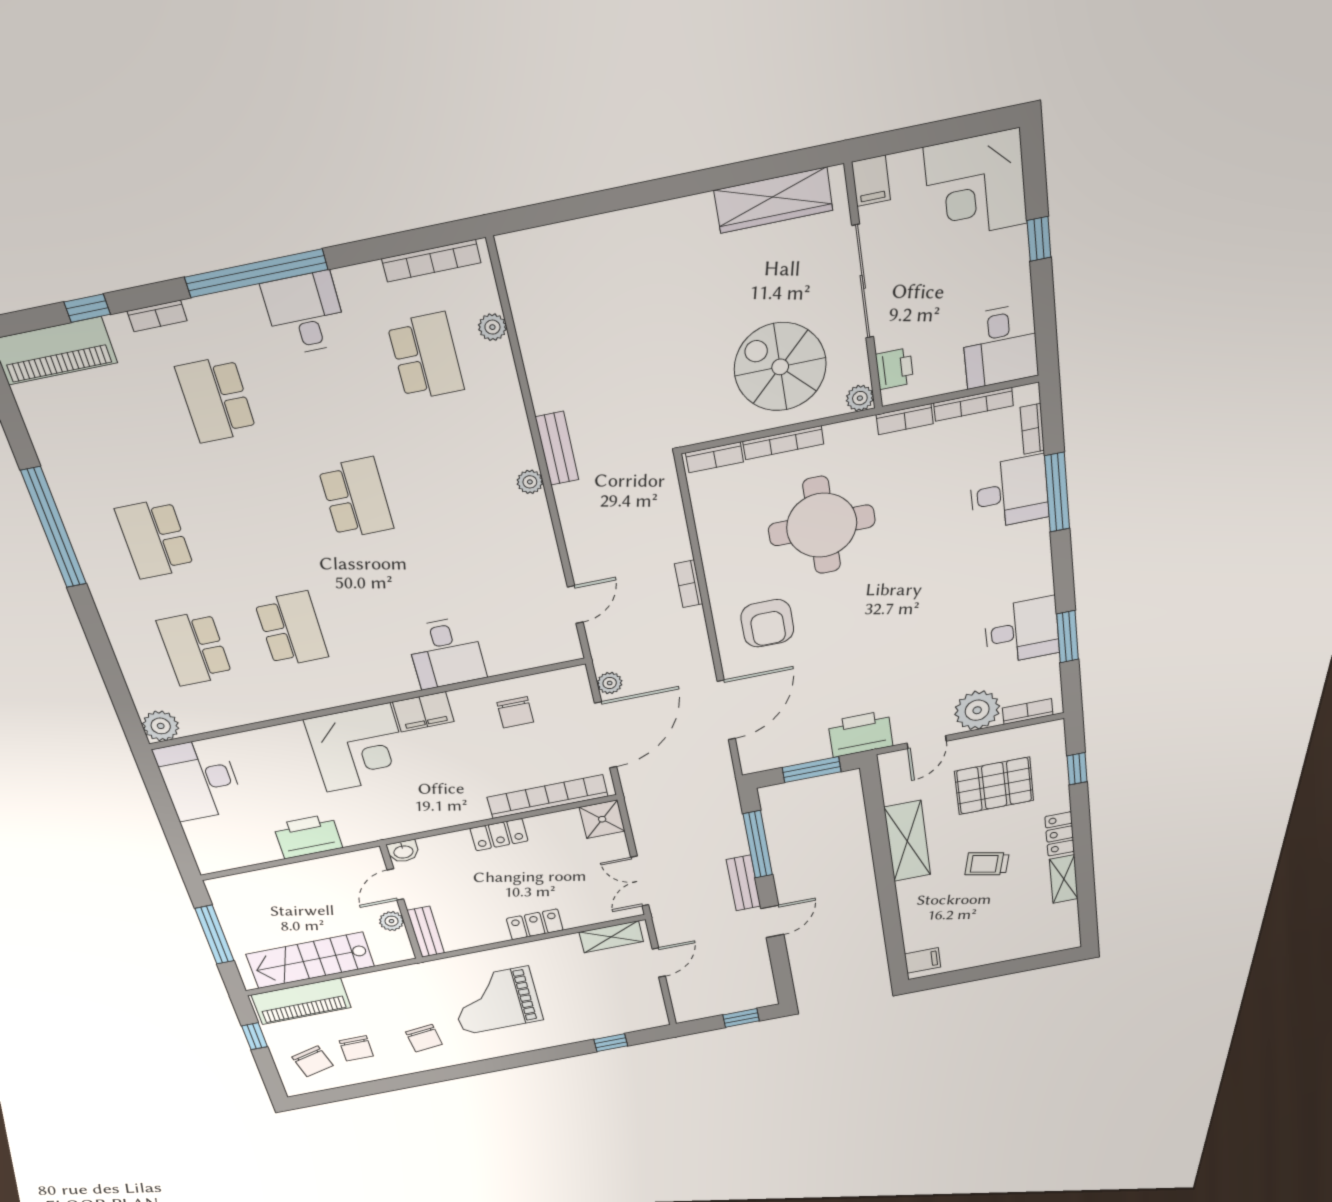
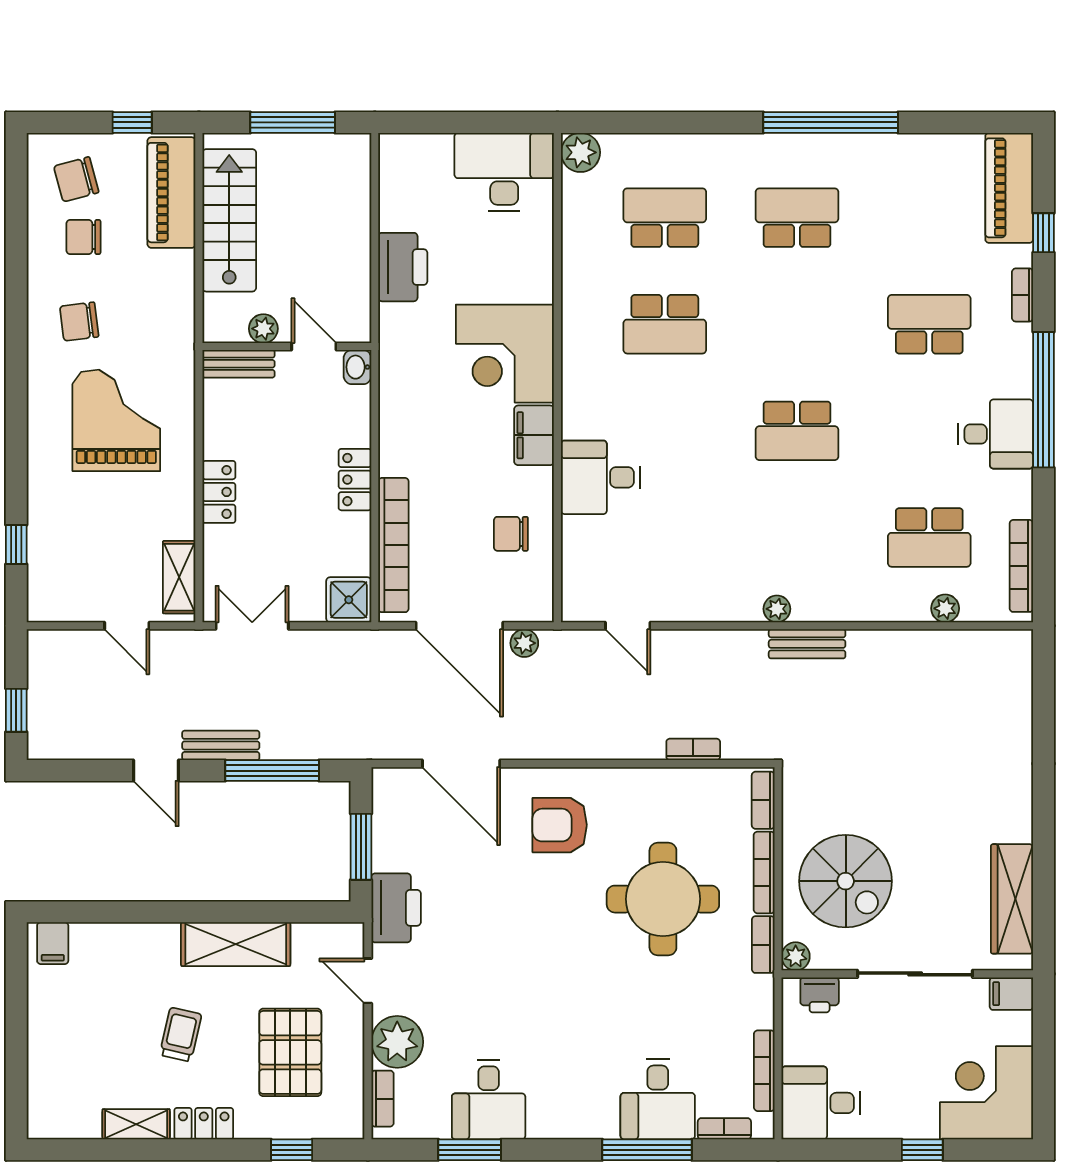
spiral stairs: (780, 367) -> (846, 881), turned 90
bookcase: (905, 419) -> (763, 945), moved
bookcase: (689, 584) -> (693, 749), moved

